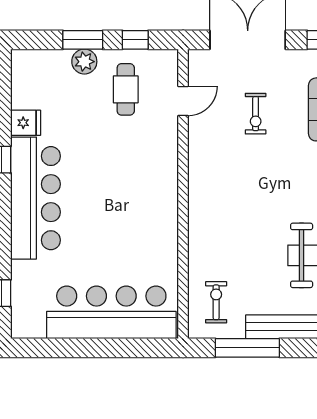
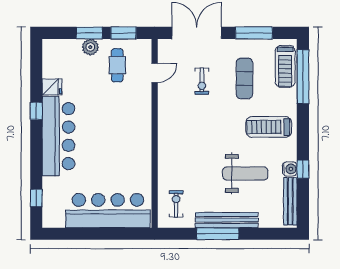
window: (135, 40) -> (123, 33), width x1.50
window: (247, 348) -> (218, 234), moved

